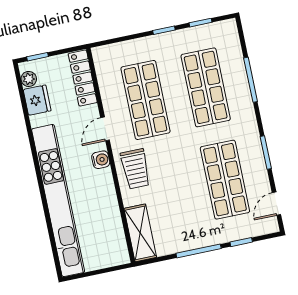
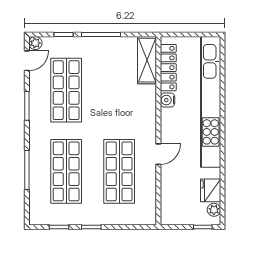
locker: (83, 78) -> (168, 68), moved
water cooler: (101, 160) -> (167, 100), moved
trolley: (135, 169) -> (140, 115), removed
plant: (271, 226) -> (35, 43), added

